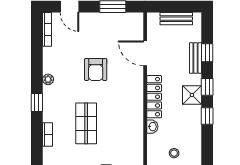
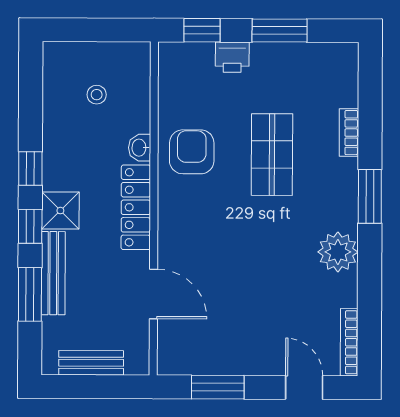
window: (207, 53) -> (30, 294), width x1.50
bench: (195, 58) -> (53, 273), width x1.36
armchair: (96, 69) -> (192, 152), moved
plant: (48, 79) -> (338, 252), width x1.88, depth x1.88
window: (37, 103) -> (370, 196), width x1.50

